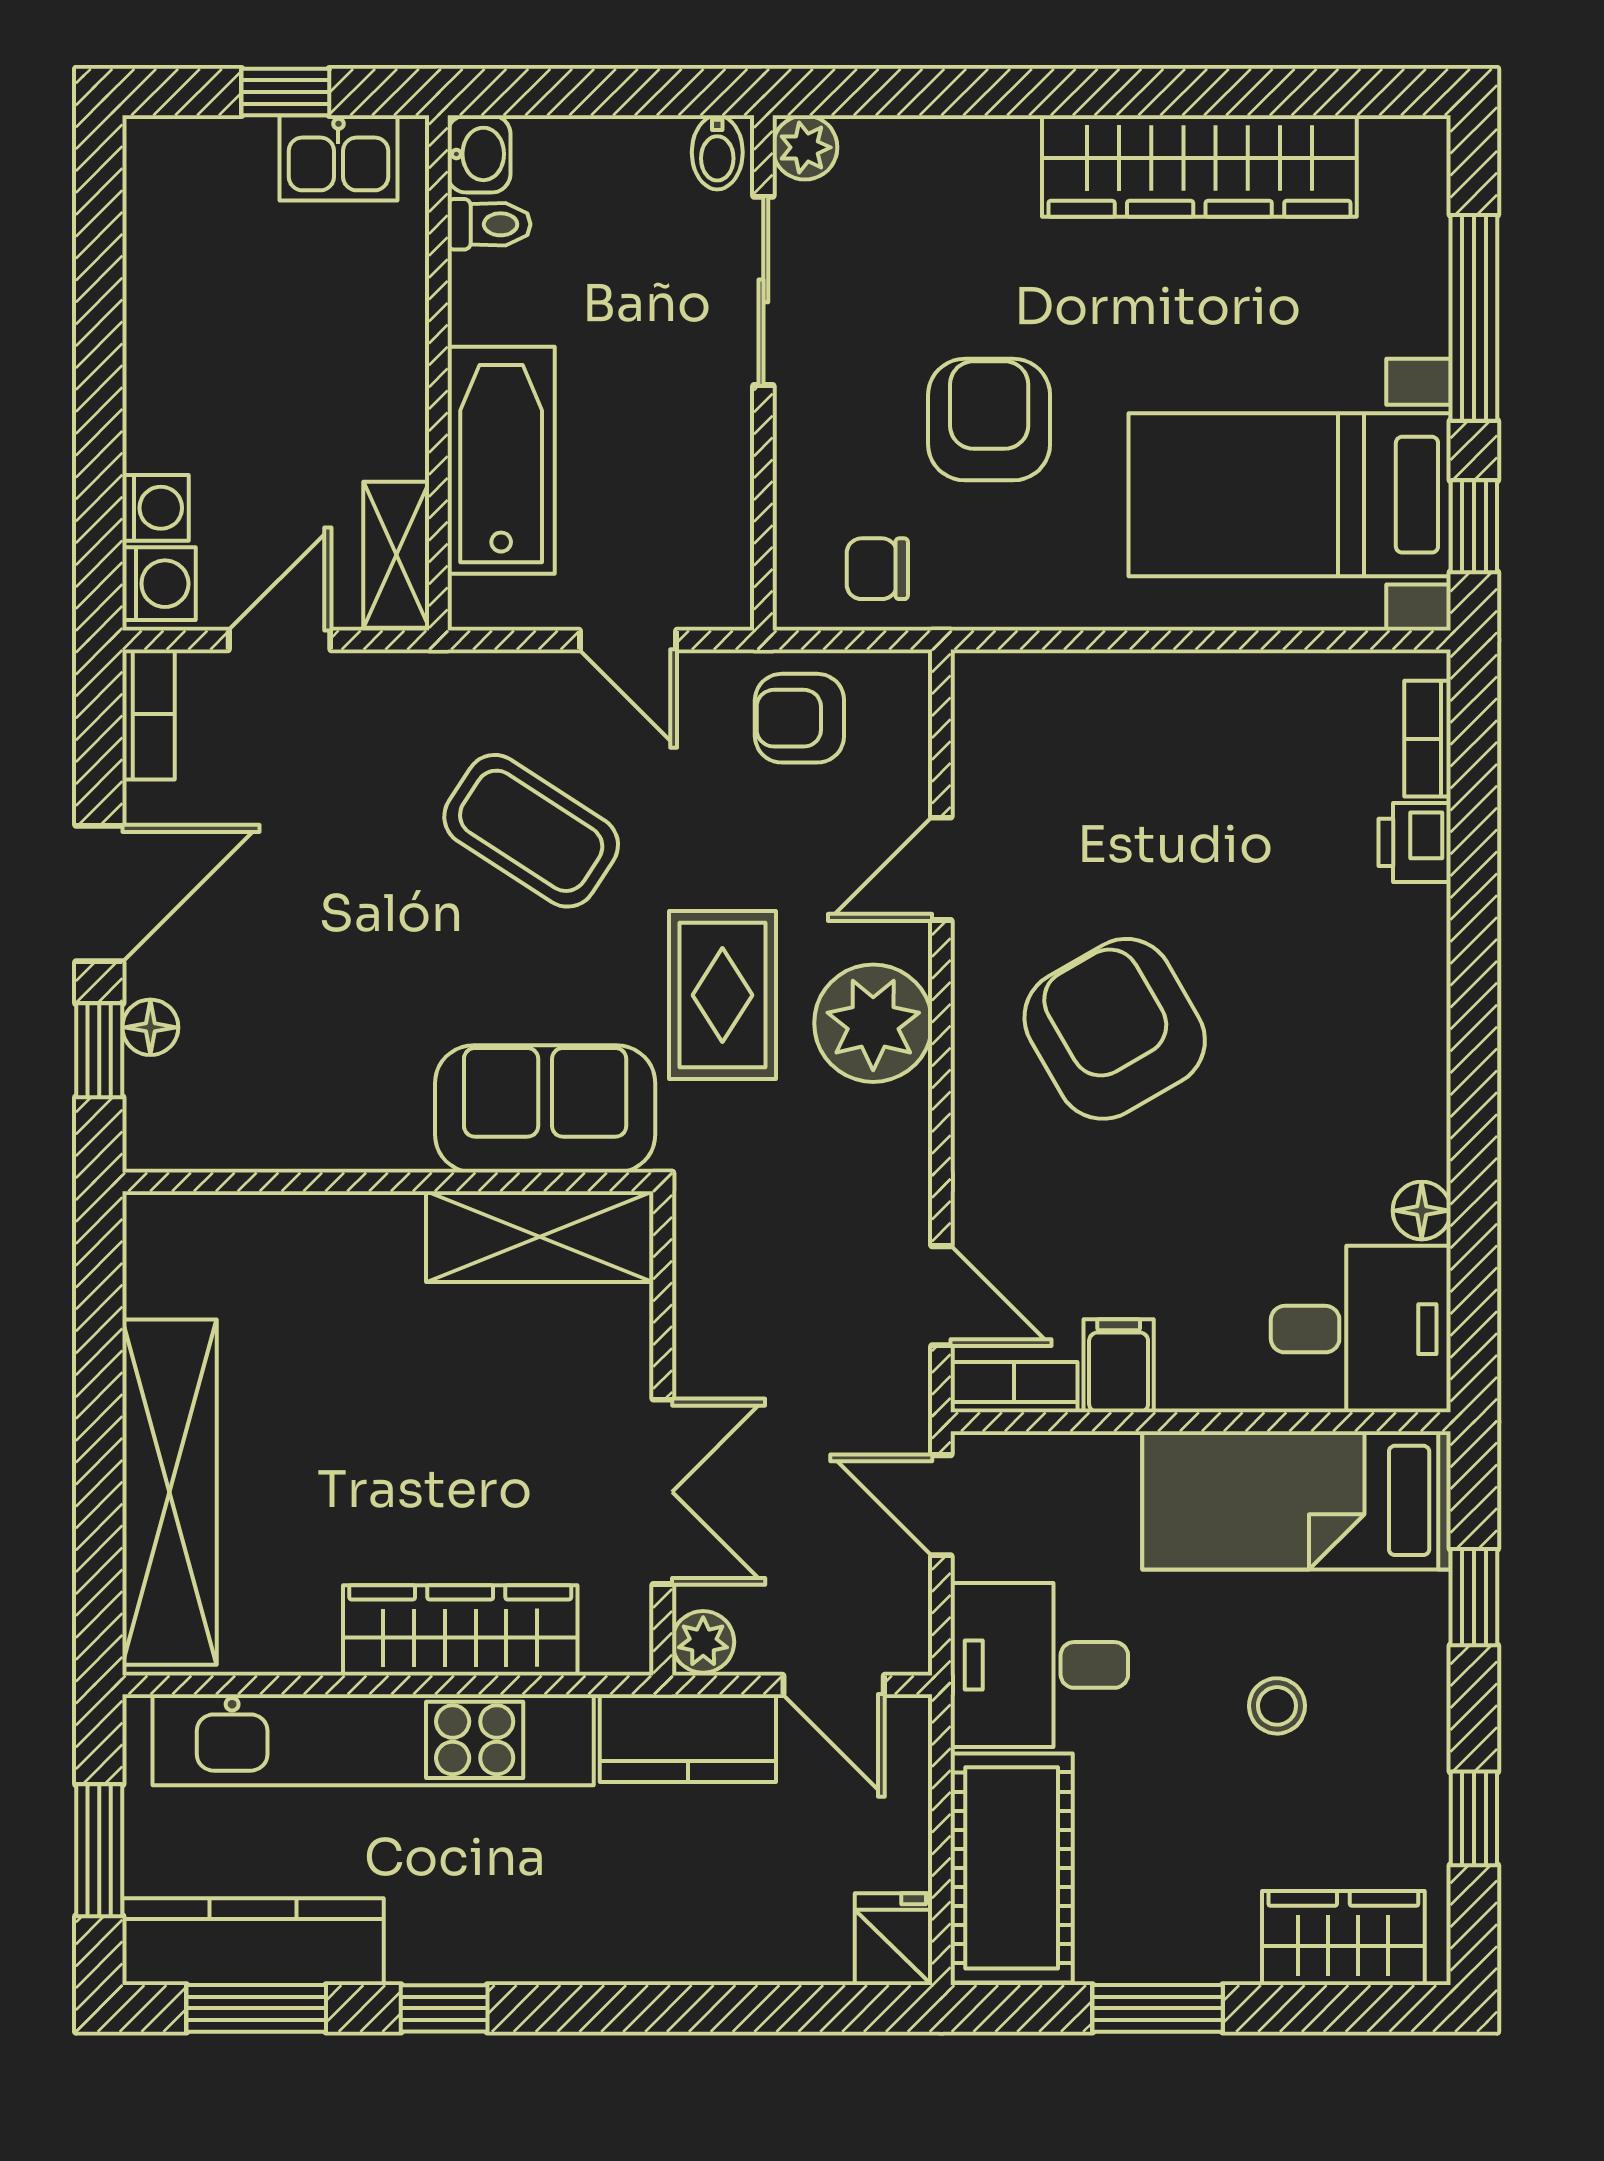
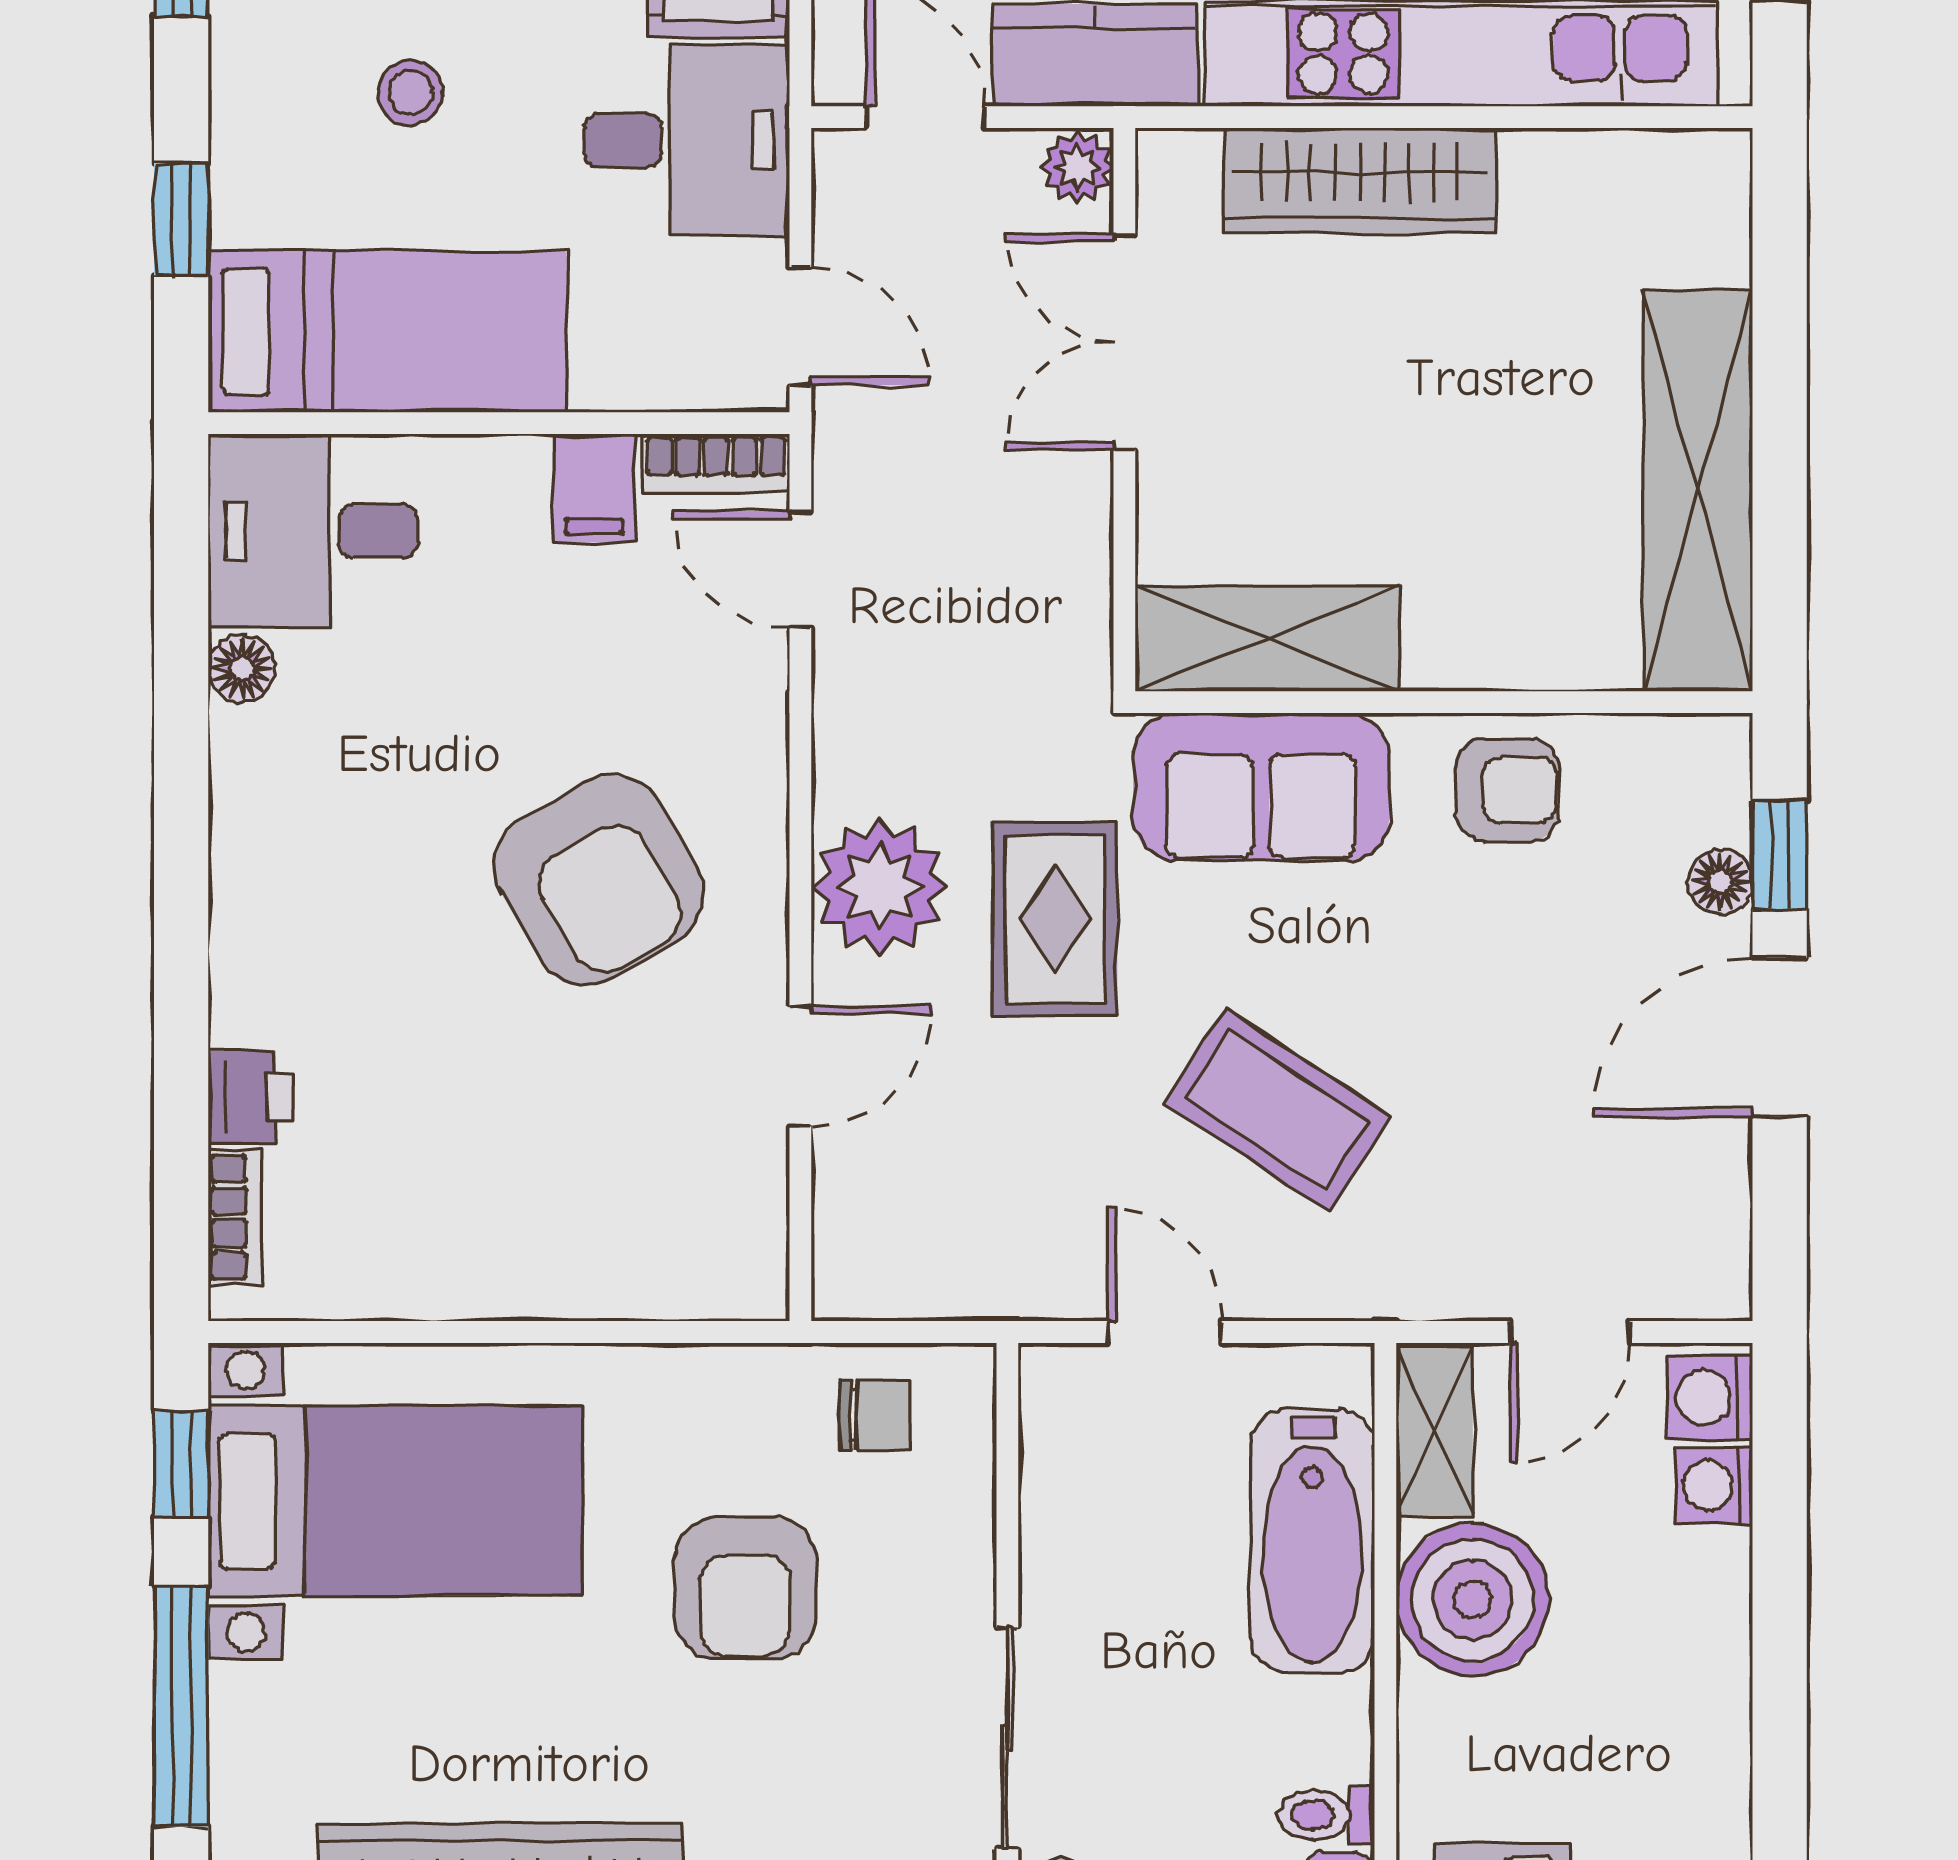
boiler: (363, 410) -> (1472, 1600), added
bookcase: (149, 714) -> (1722, 1246), removed
armchair: (799, 718) -> (1507, 790), moved
shelving: (170, 1492) -> (1698, 490), moved

